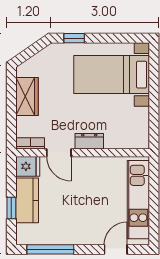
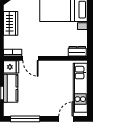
dresser: (89, 141) -> (77, 51), moved

